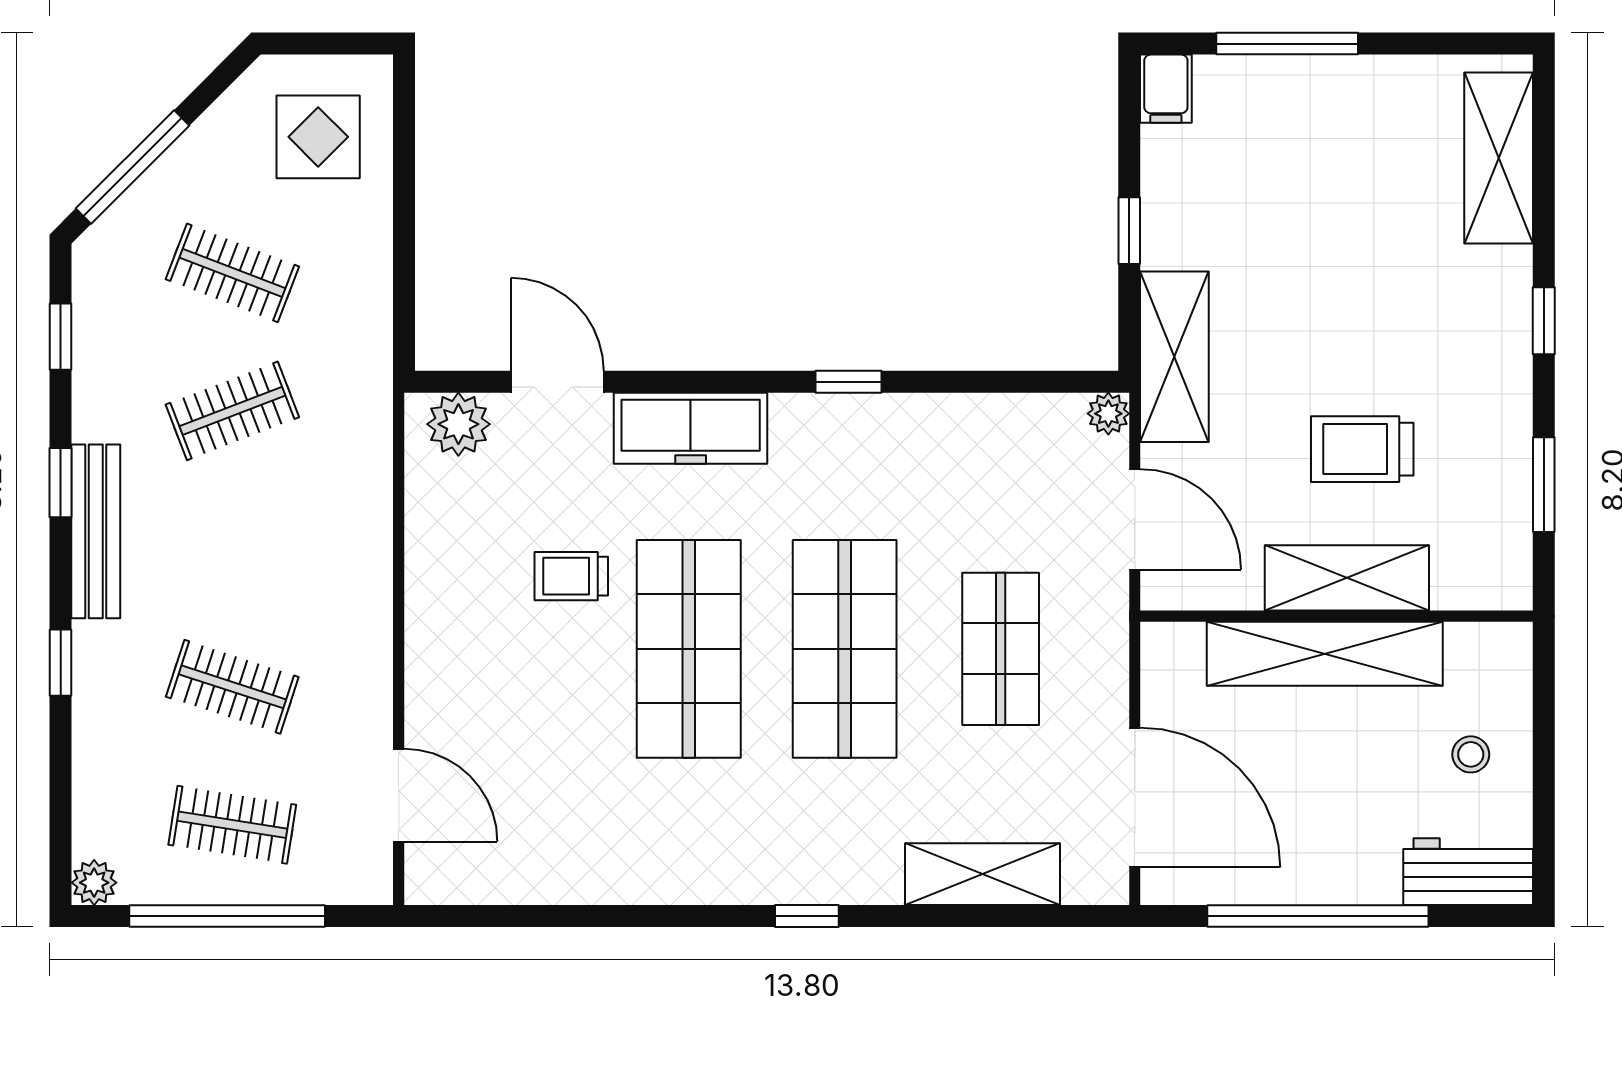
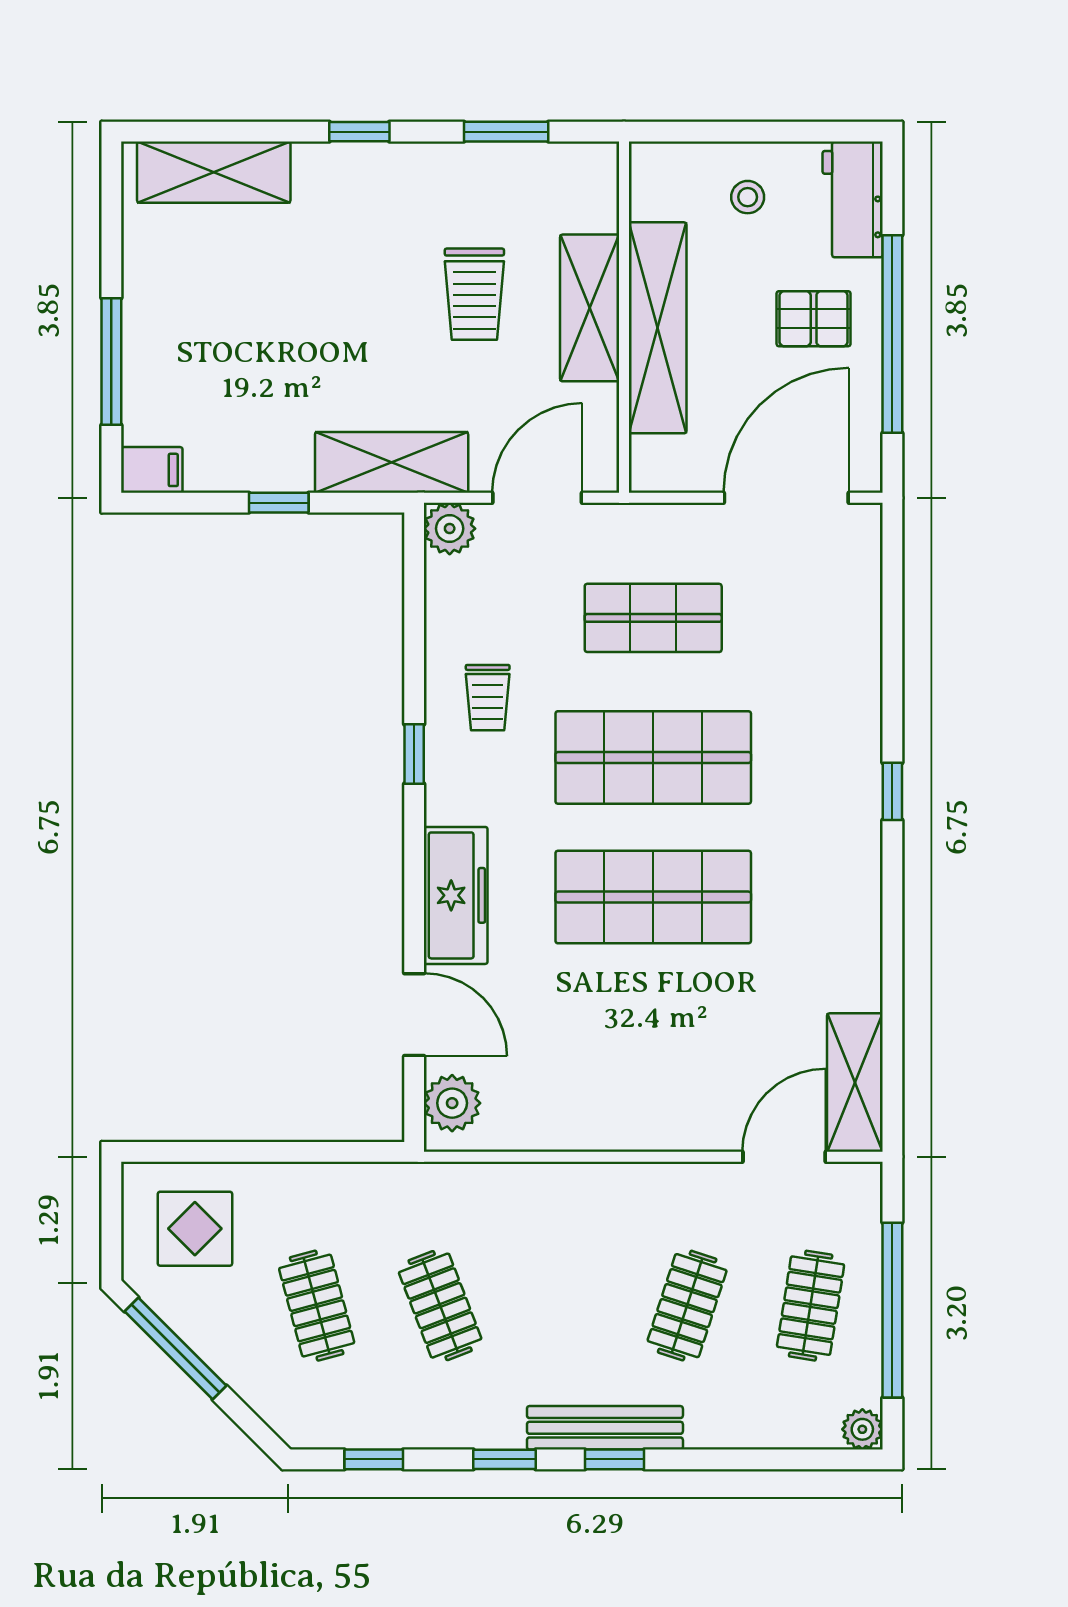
window: (133, 167) -> (176, 1349), moved
clothes rail: (232, 273) -> (317, 1306), turned -36
door: (557, 382) -> (414, 1015), swing flipped
plant: (1108, 414) -> (450, 529), width x1.38, depth x1.38
bench: (96, 531) -> (605, 1428), moved
trolley: (571, 576) -> (488, 698), moved
window: (61, 663) -> (615, 1459), moved
pallet: (1335, 828) -> (814, 319), added
shelving: (982, 874) -> (855, 1083), moved

